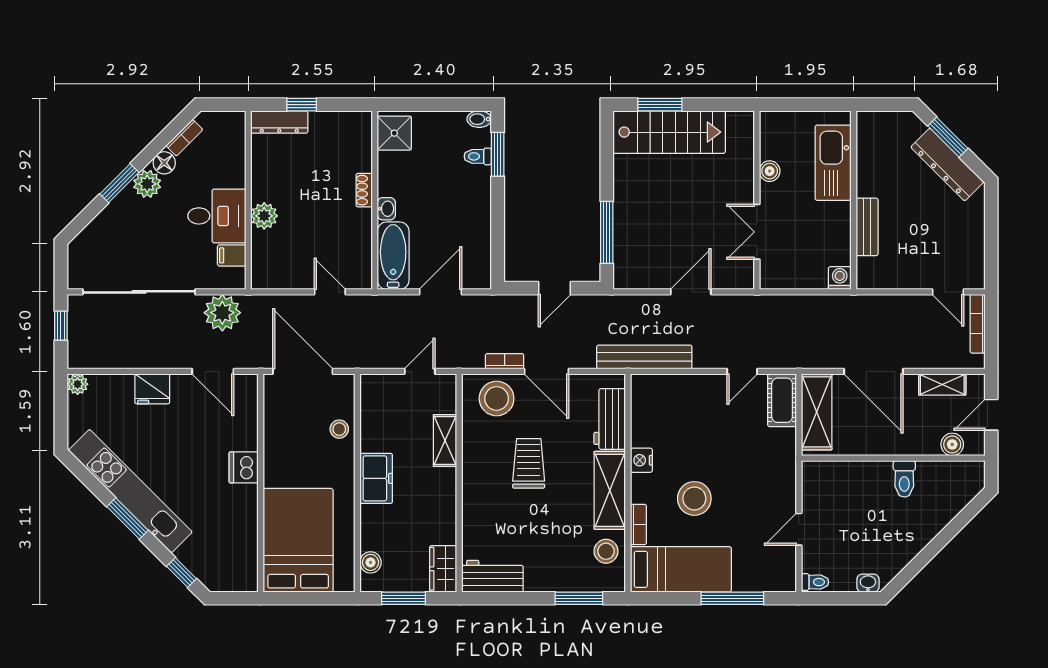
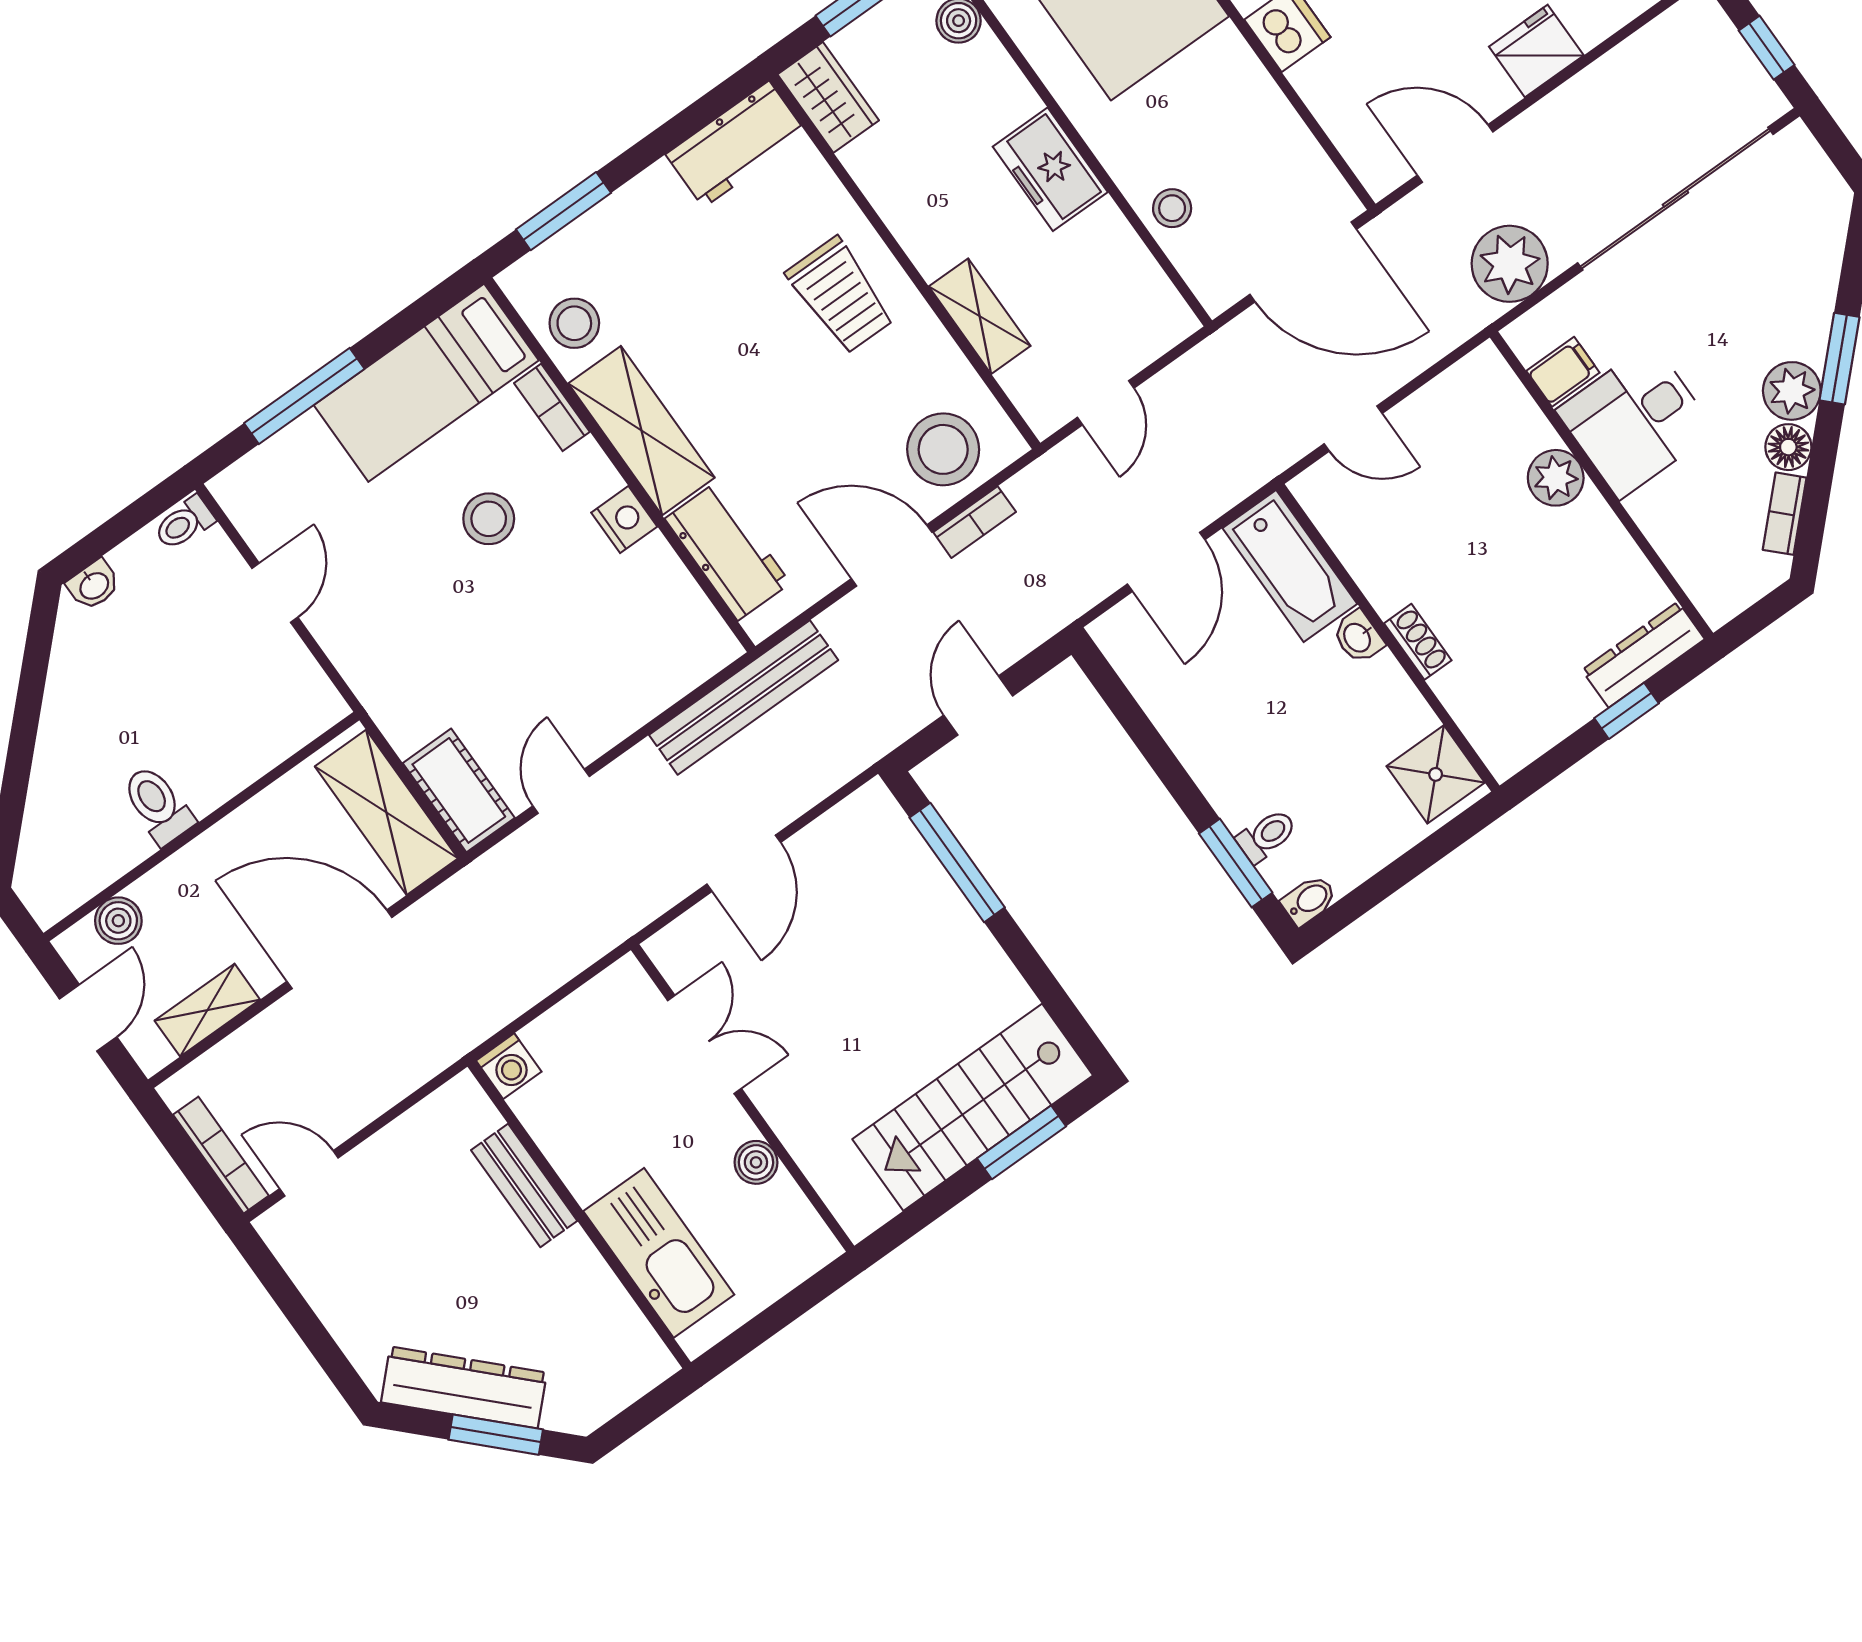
trolley: (529, 463) -> (840, 295), moved
stool: (694, 498) -> (489, 519), width x0.73, depth x0.73

